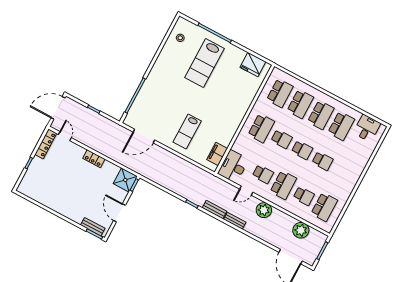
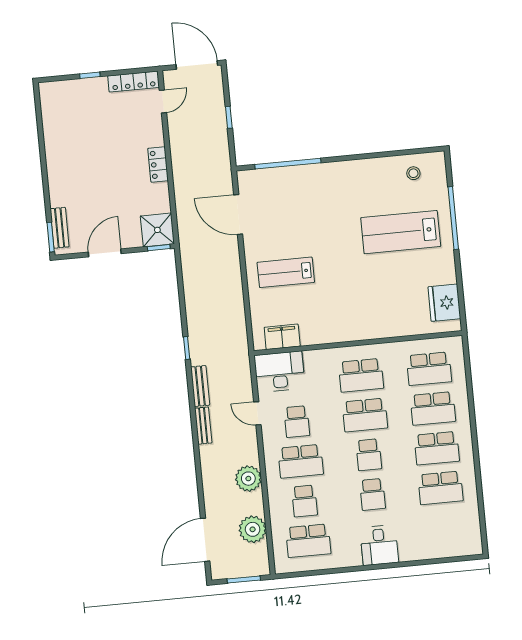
desk: (367, 128) -> (379, 545), moved, turned 90
school desk: (282, 139) -> (365, 415), width x1.85
plant: (264, 210) -> (248, 479), moved

